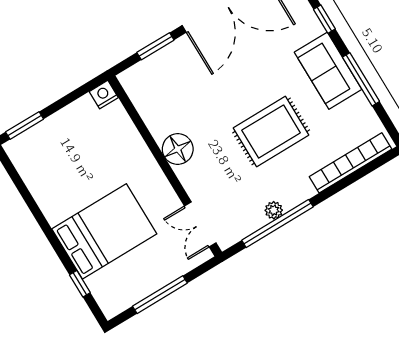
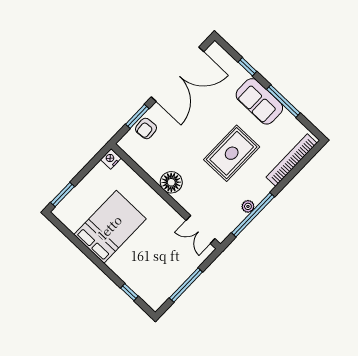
armchair: (163, 66) -> (146, 128), added
bed: (104, 231) -> (110, 227), moved

